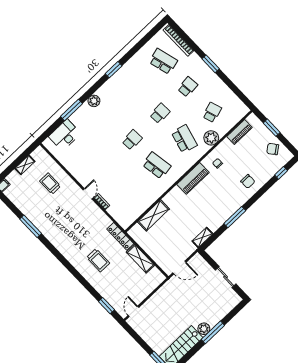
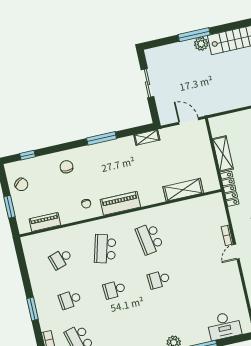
plant: (211, 138) -> (77, 233), removed

